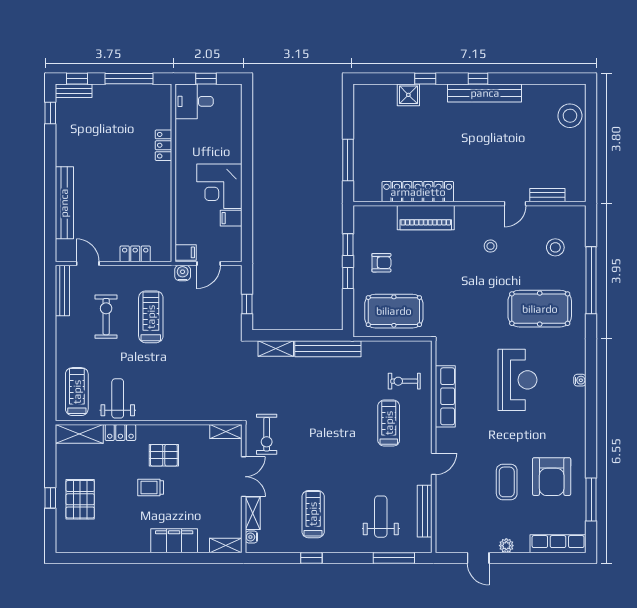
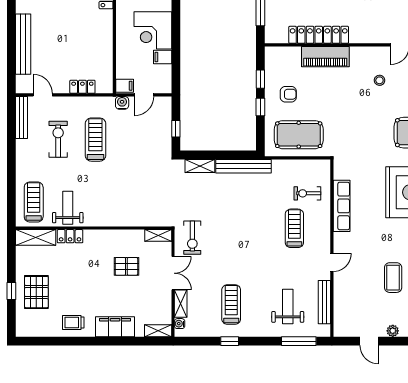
pallet: (164, 455) -> (126, 266), moved
trolley: (151, 487) -> (73, 323), moved

